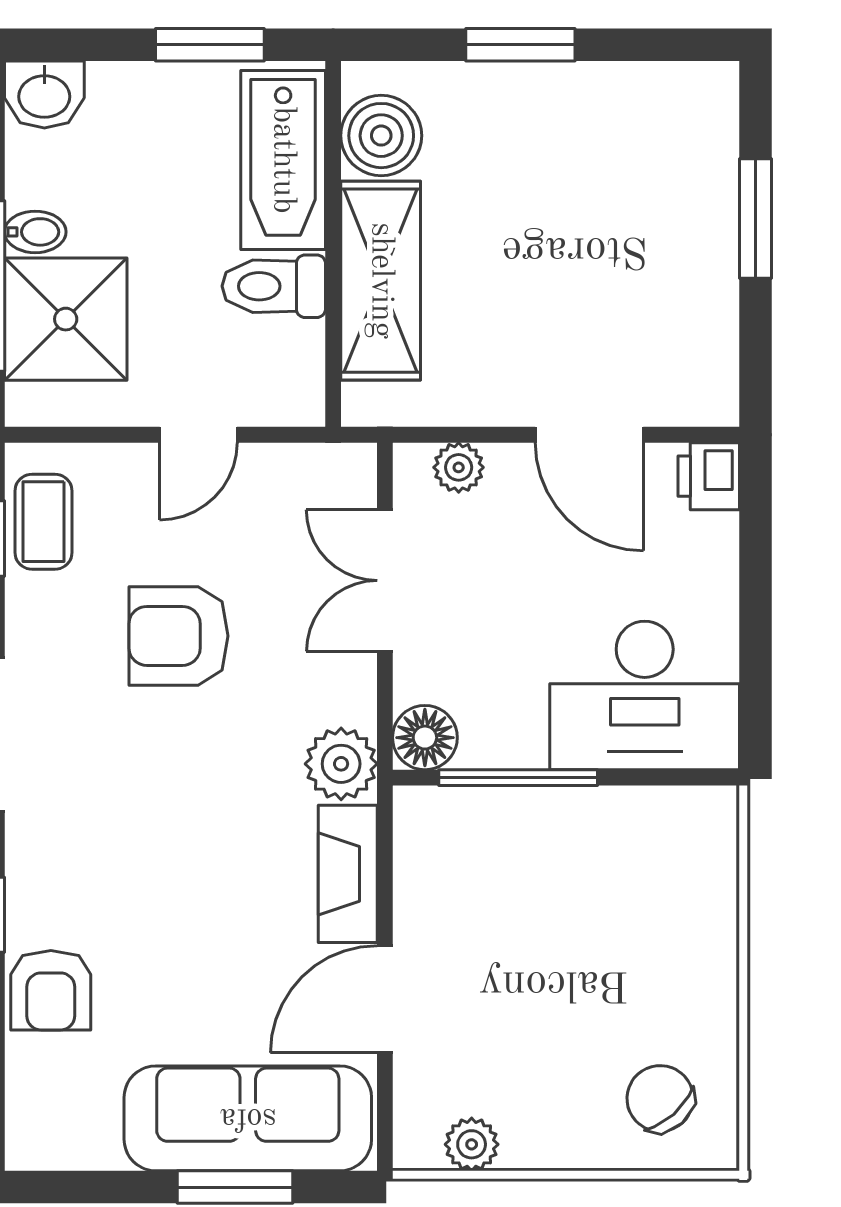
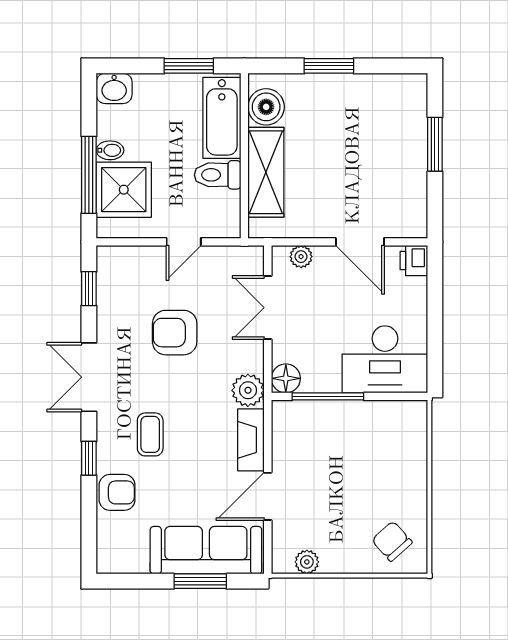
coffee table: (44, 522) -> (150, 434), moved
armchair: (51, 990) -> (117, 492), turned -90

